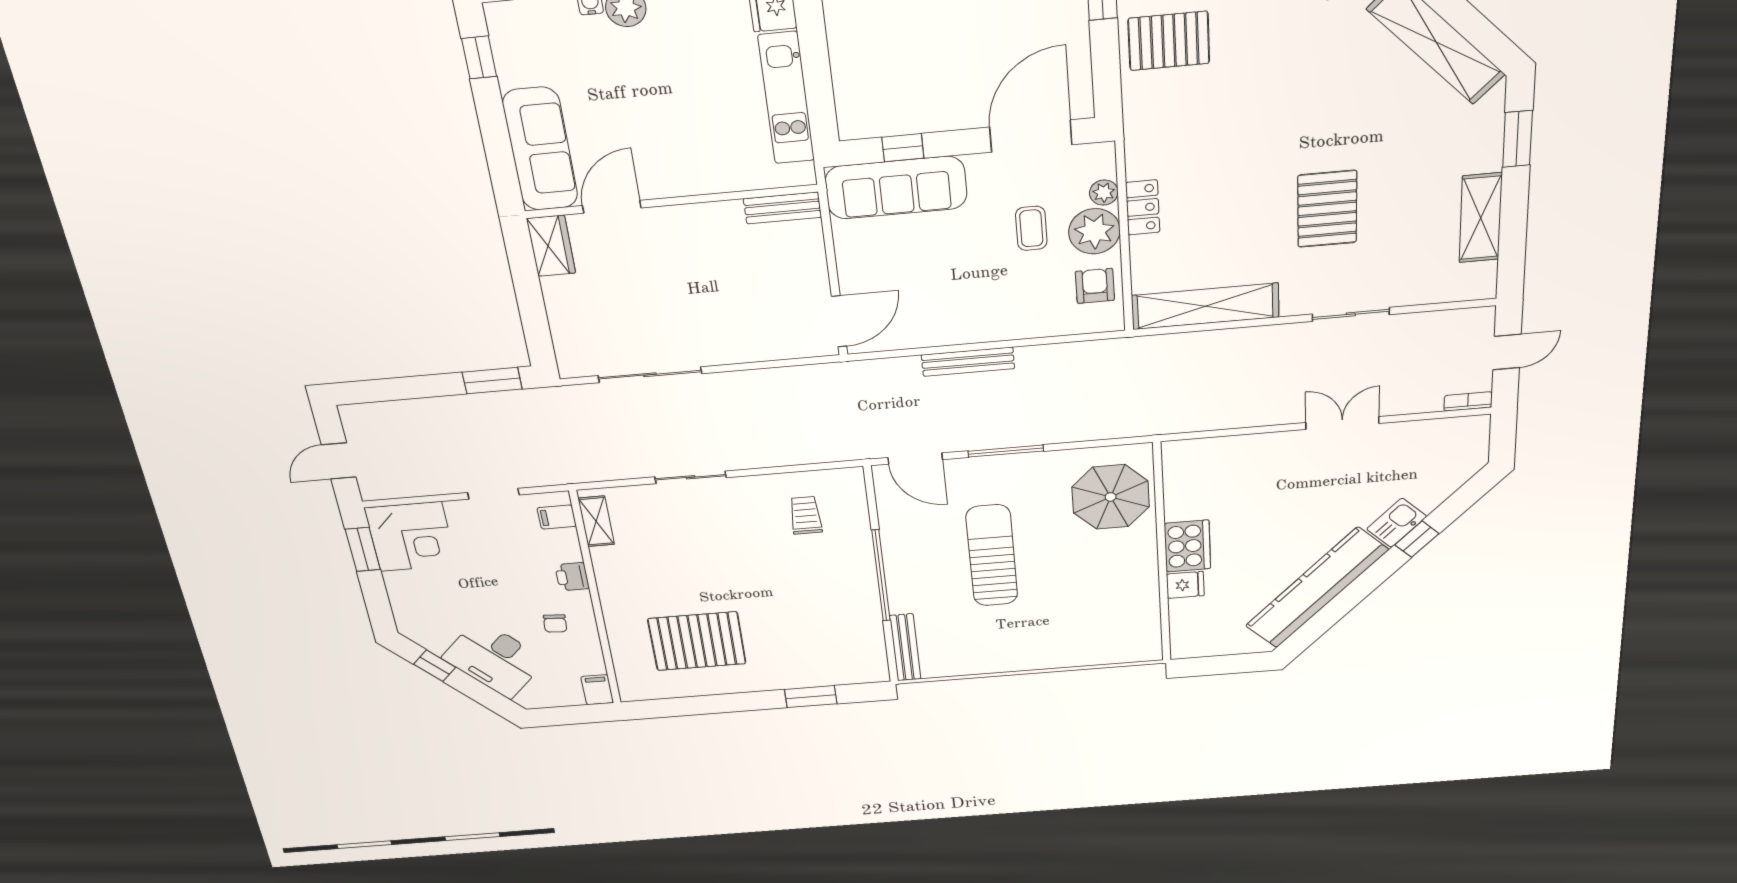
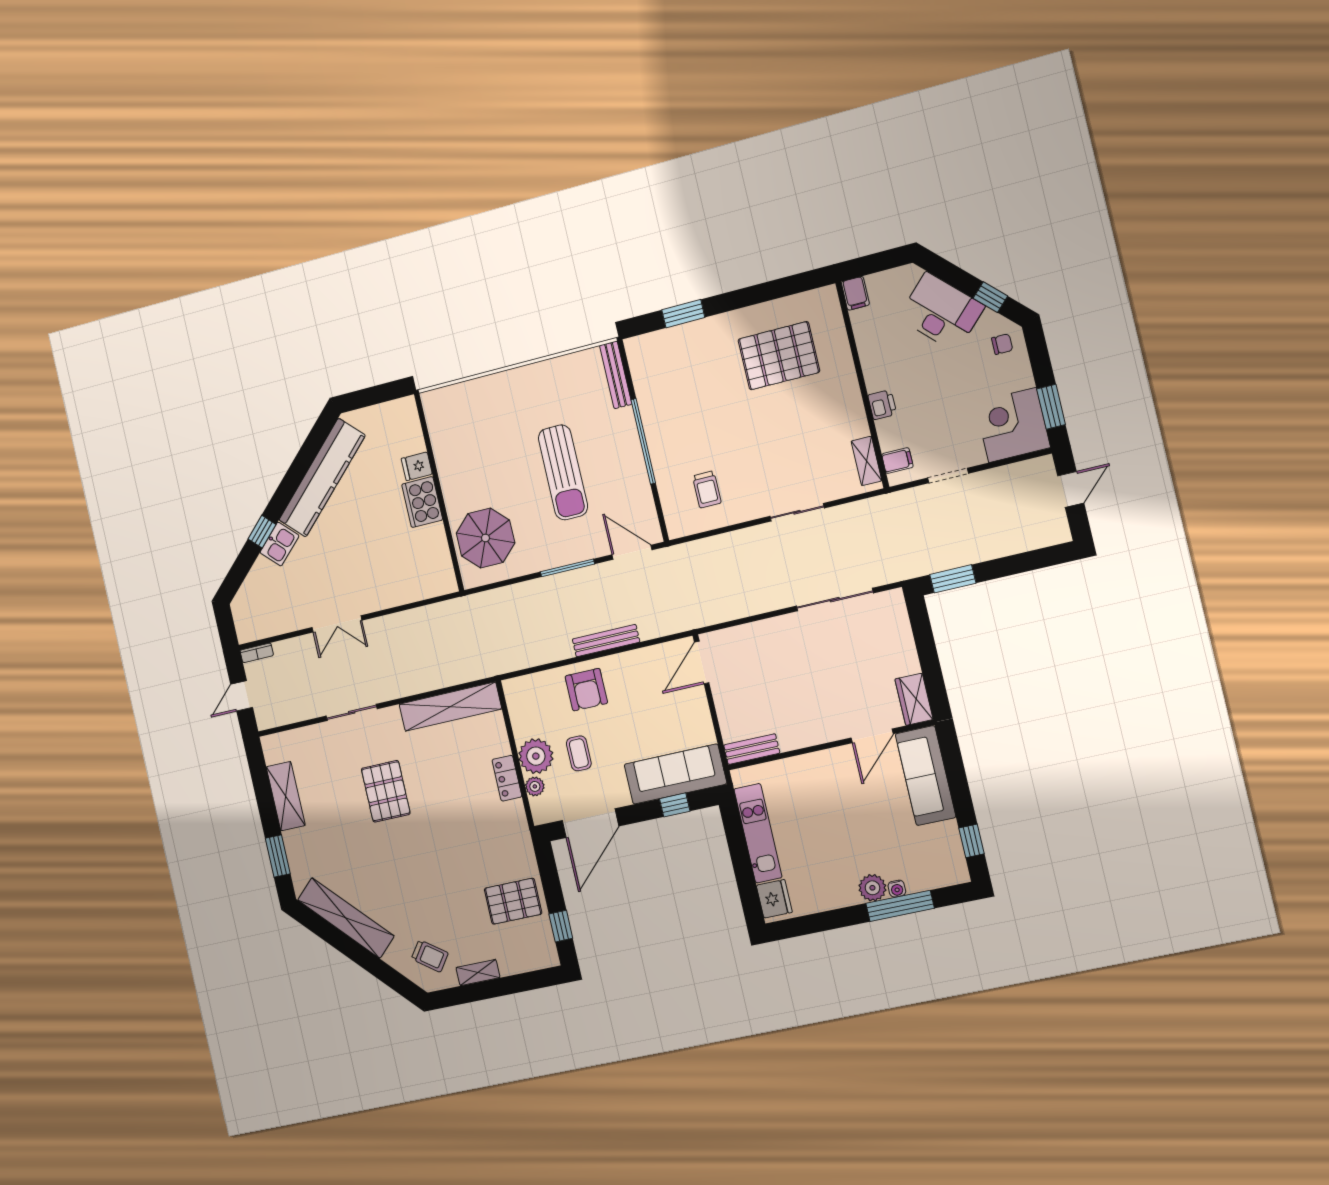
armchair: (1095, 286) -> (586, 690), moved, width x1.38, depth x1.38
chair: (555, 624) -> (1002, 344), moved, turned 86

